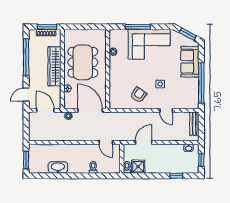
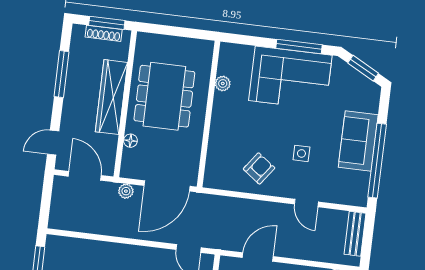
window: (138, 27) -> (299, 46), moved
window: (26, 57) -> (62, 74), width x0.68
sofa: (190, 62) -> (358, 141), moved
door: (90, 110) -> (167, 186), swing flipped

